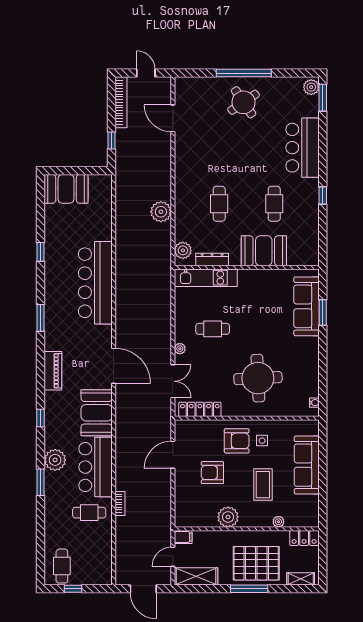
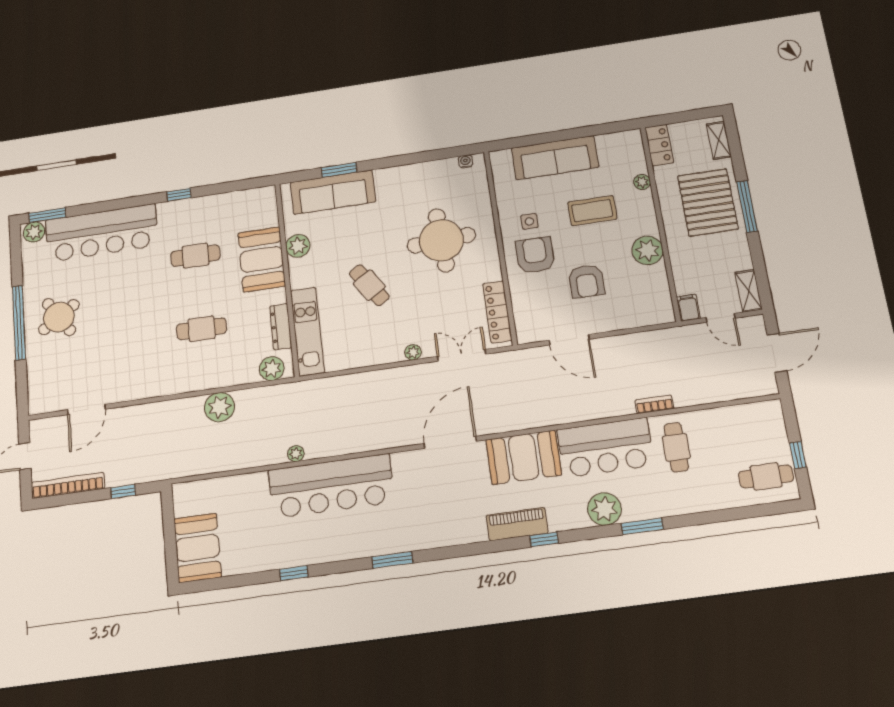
bar counter: (303, 148) -> (101, 233), width x1.36
plant: (121, 261) -> (296, 454), added
plant: (270, 277) -> (298, 246), added
cafe table: (213, 329) -> (369, 285), moved, turned -33
piano: (53, 371) -> (517, 524), moved
shelving: (196, 576) -> (749, 291), width x0.67, depth x0.75

